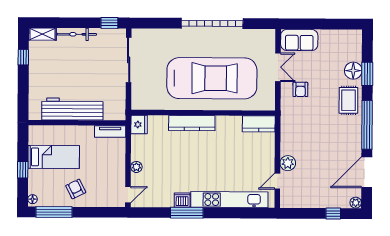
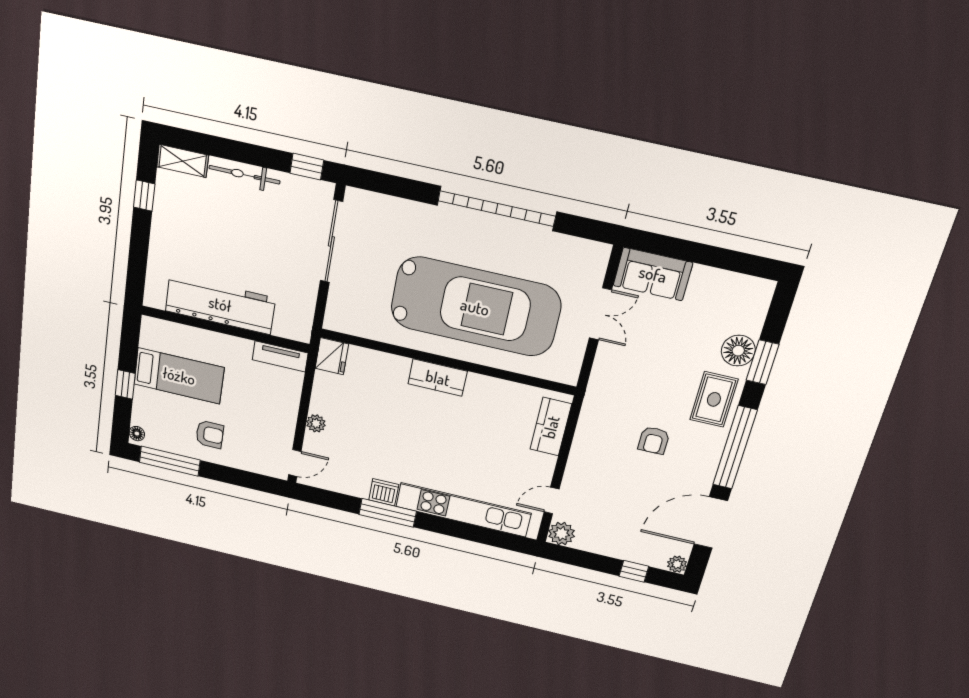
armchair: (300, 89) -> (654, 440), moved
kitchen counter: (192, 123) -> (438, 378), width x0.67
kitchen counter: (259, 124) -> (551, 427), moved, turned 90
plant: (288, 163) -> (562, 534), moved
armchair: (76, 189) -> (210, 434), turned 116

